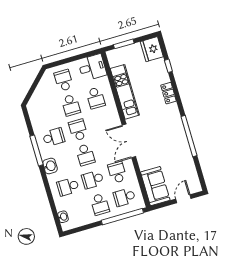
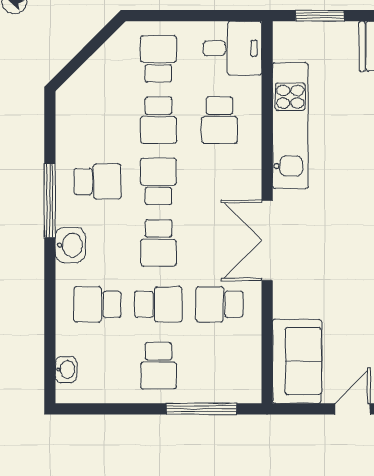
school desk: (117, 172) -> (219, 304), turned -90
school desk: (93, 180) -> (158, 304), turned 180
school desk: (125, 197) -> (219, 366), removed
window: (122, 217) -> (201, 409), width x0.68

